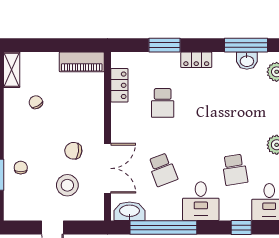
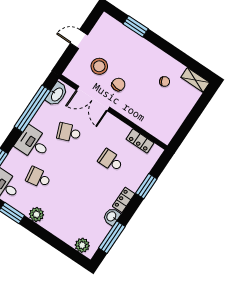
washbasin: (247, 61) -> (112, 217), moved
piano: (82, 62) -> (171, 127), removed
chair: (21, 168) -> (130, 44), removed

